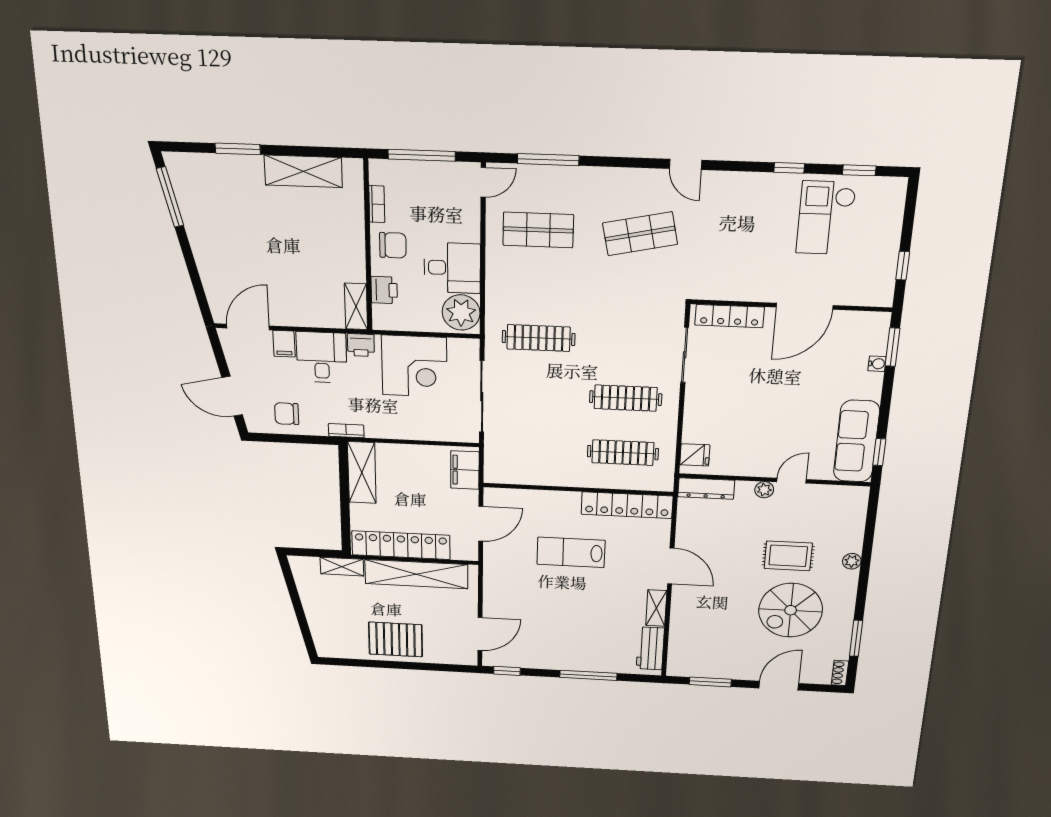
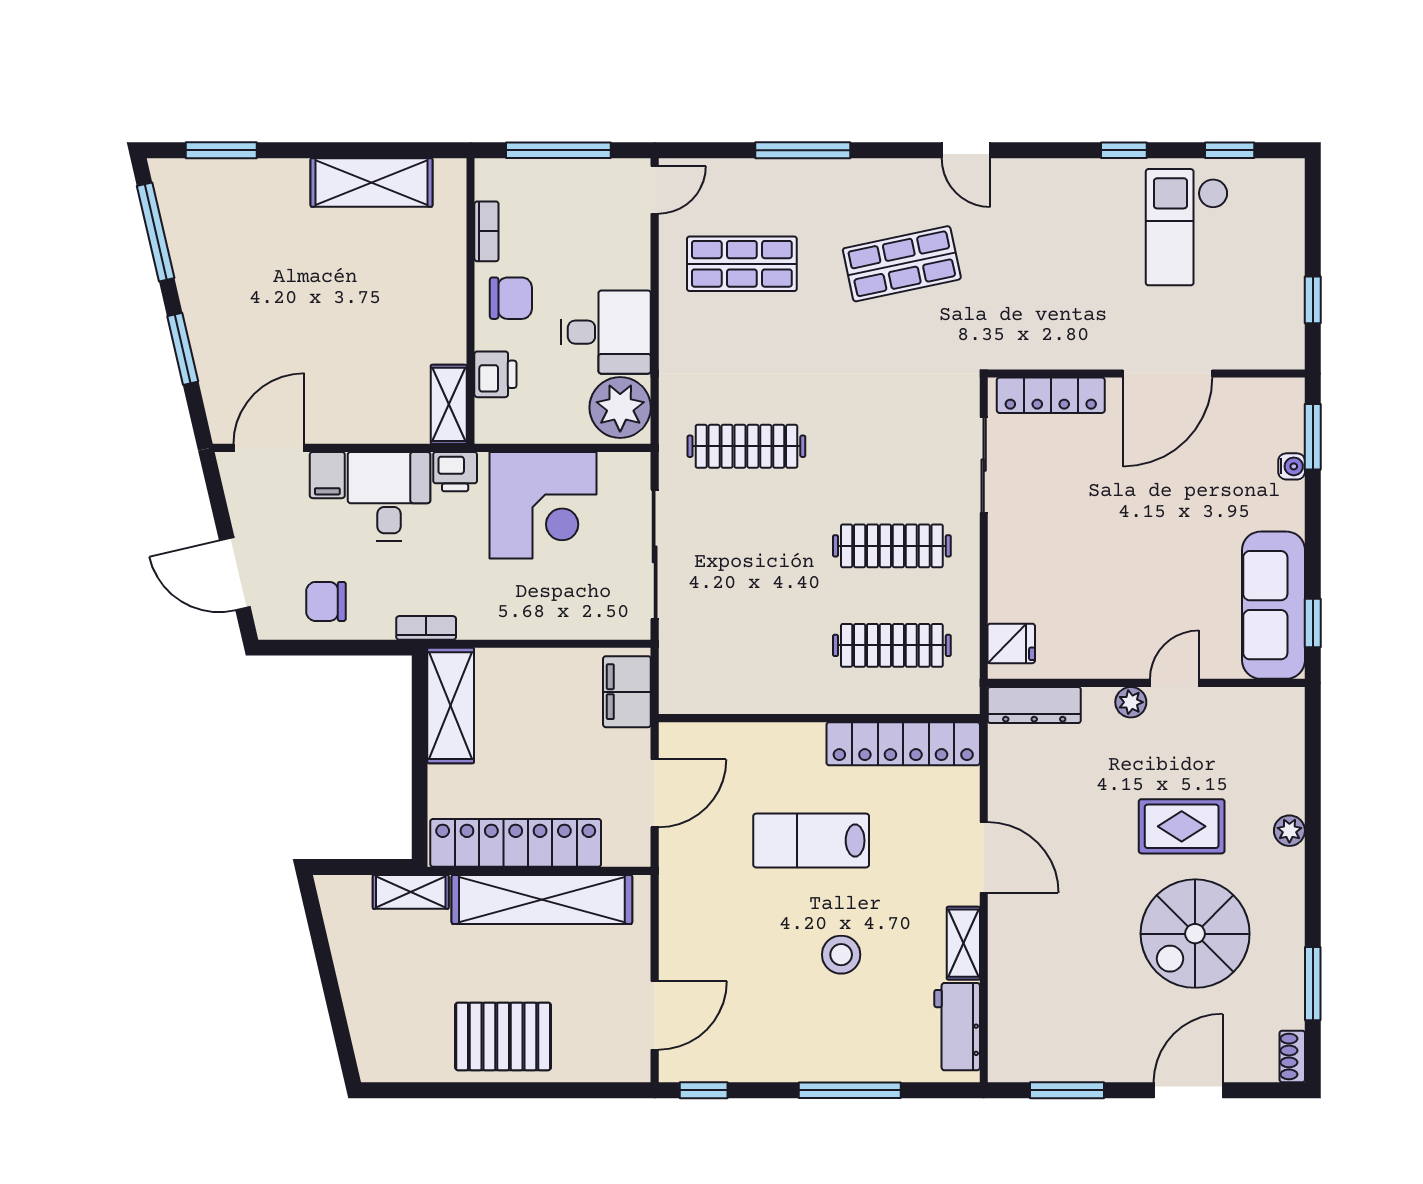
window: (238, 149) -> (221, 150), moved
window: (548, 160) -> (803, 150), moved
window: (192, 268) -> (183, 349), added
stool: (586, 610) -> (841, 955), added

